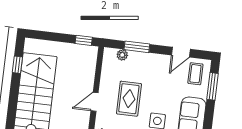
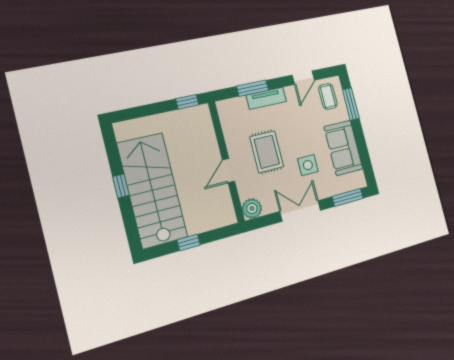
plant: (122, 55) -> (240, 103), removed
tv unit: (145, 58) -> (266, 98), added
window: (17, 65) -> (121, 186), moved

